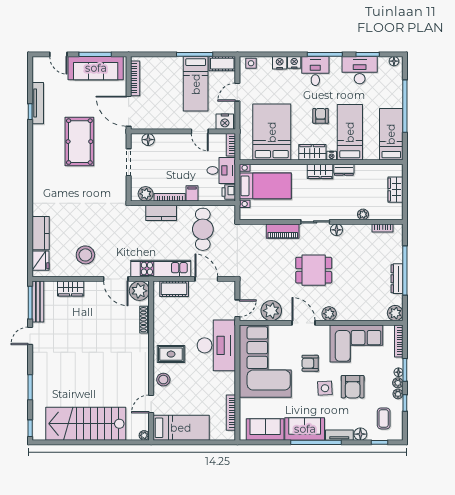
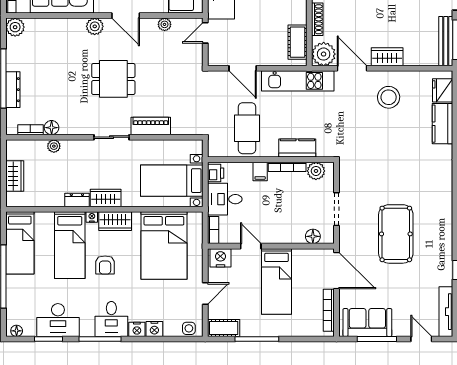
sofa: (96, 68) -> (367, 323), width x0.73
bed: (196, 84) -> (276, 281), moved, turned 180
tv unit: (38, 103) -> (446, 312), moved
floor lamp: (337, 230) -> (52, 128), moved
dresser: (397, 279) -> (13, 90), moved
wardrobe: (71, 289) -> (387, 57), moved
cot: (174, 289) -> (298, 42), moved, turned 90
plant: (271, 311) -> (165, 24), width x0.53, depth x0.53

